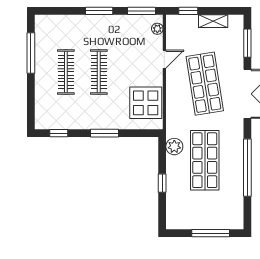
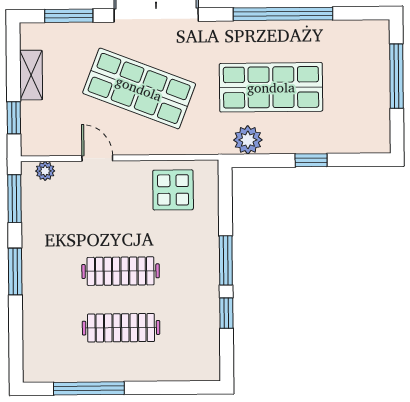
shop shelf: (205, 84) -> (139, 88), turned 30
display table: (146, 103) -> (173, 190), width x0.73, depth x0.73
window: (59, 133) -> (226, 313), moved

